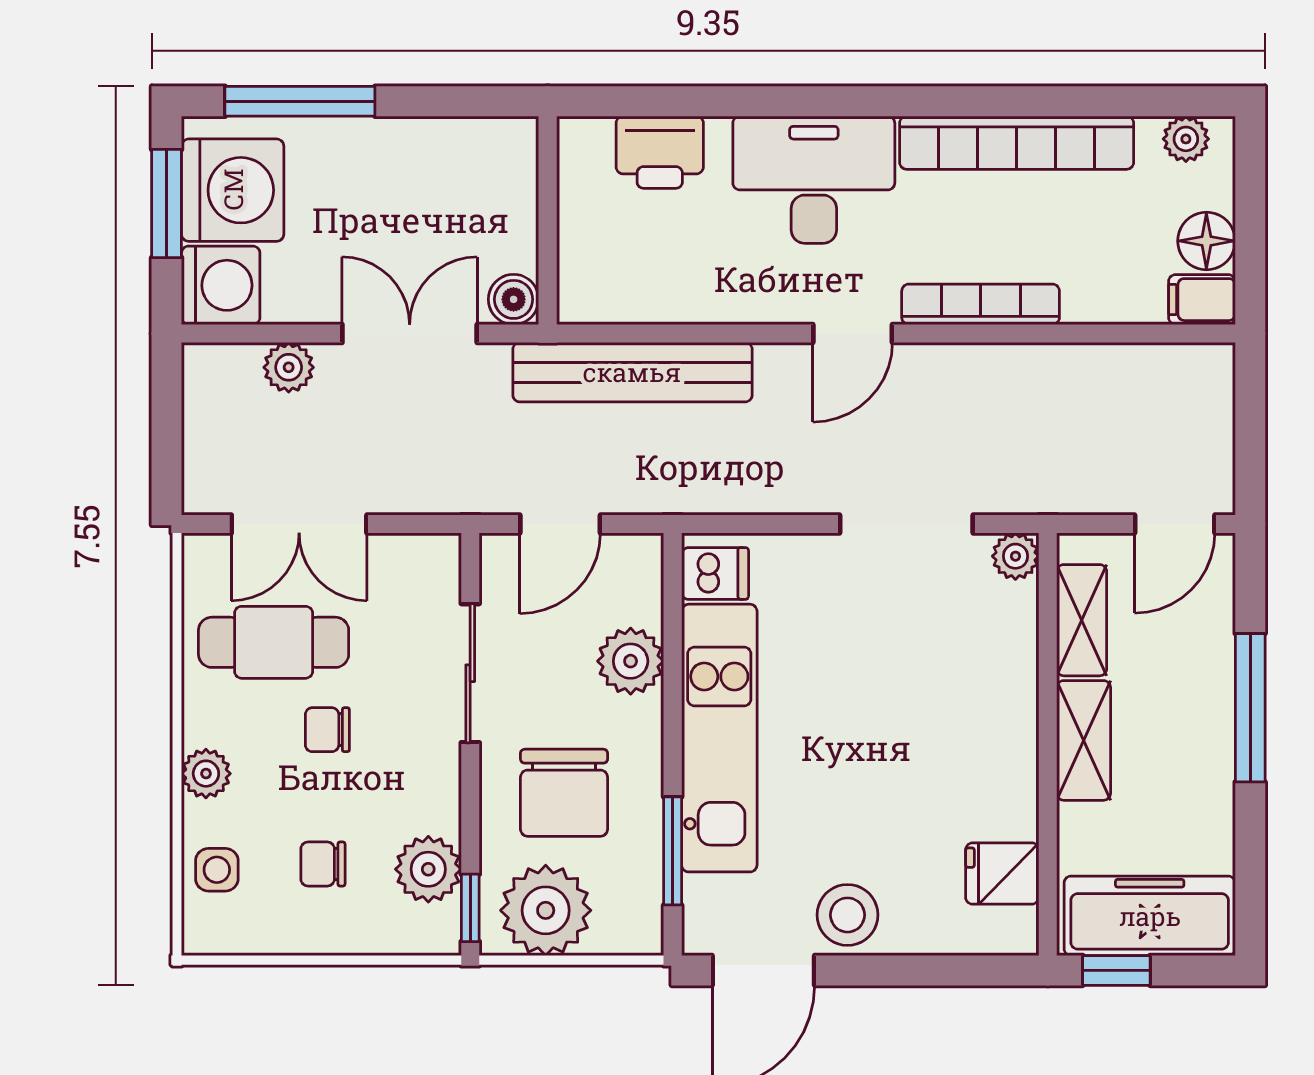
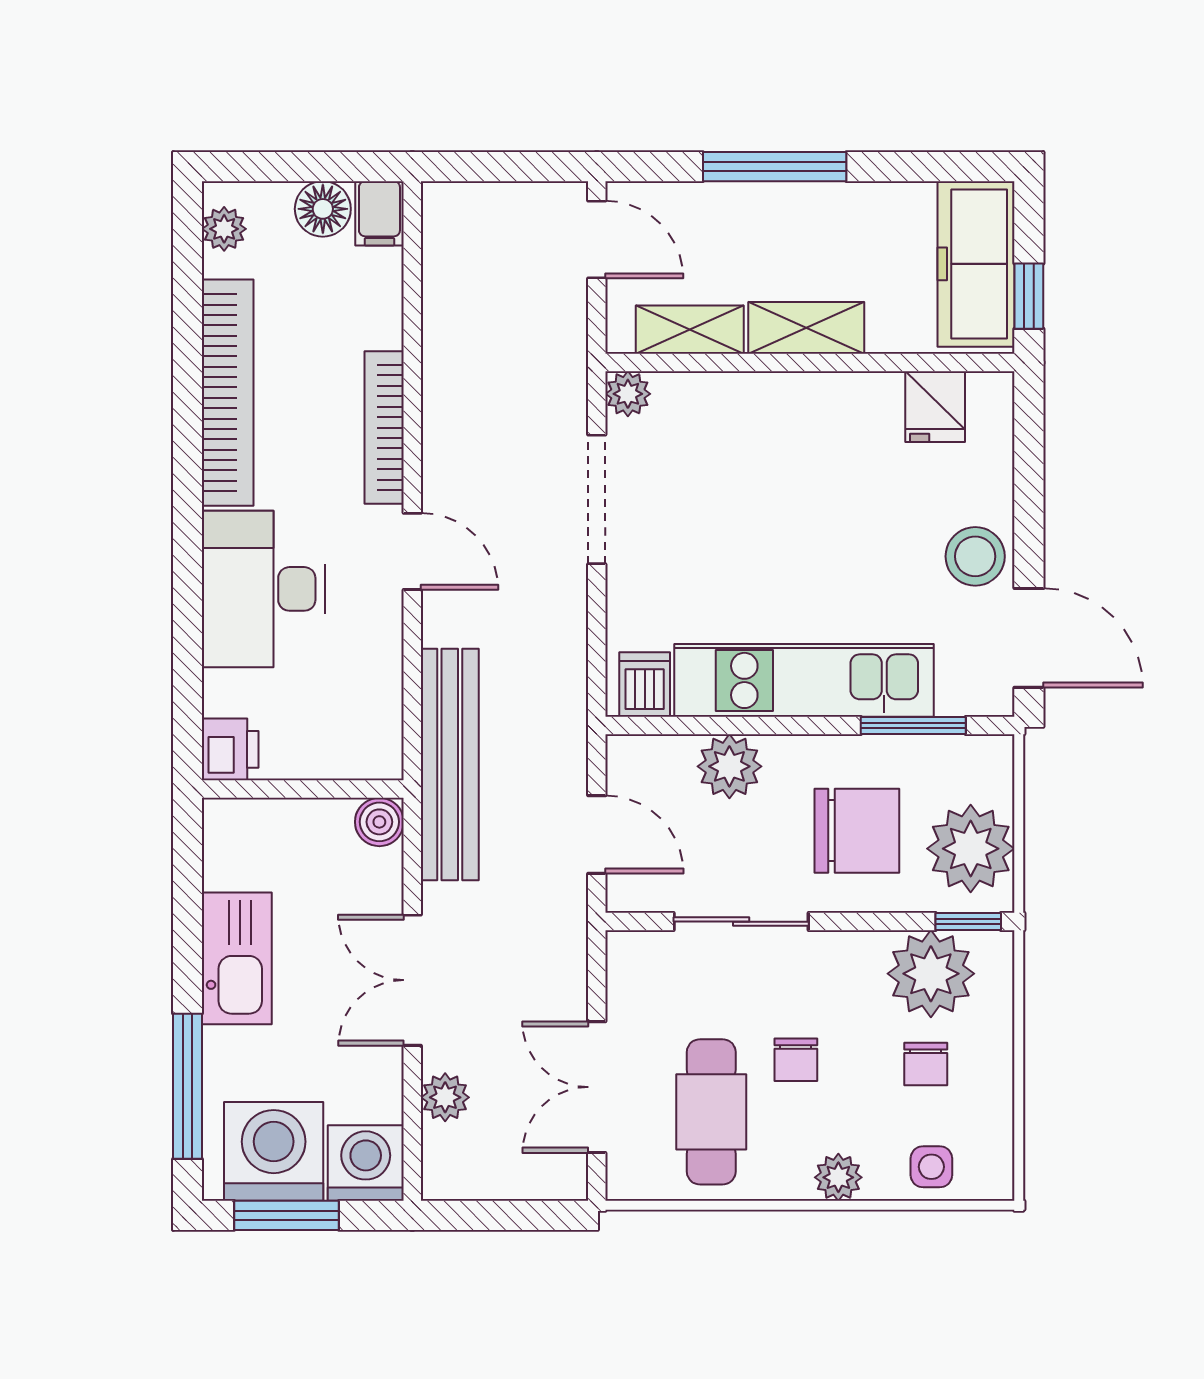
kitchen sink: (432, 152) -> (237, 958), added
printer: (660, 152) -> (230, 749), width x0.73, depth x0.81
wall: (548, 220) -> (303, 789), moved
boiler: (514, 299) -> (379, 822), moved
double door: (299, 524) -> (597, 1087), swing flipped
plant: (428, 869) -> (931, 974), width x1.36, depth x1.36

